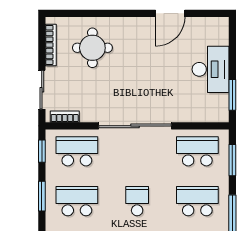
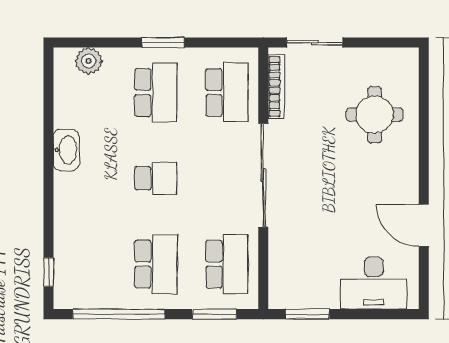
bookcase: (51, 45) -> (379, 55), removed
desk: (211, 69) -> (374, 283), moved
bookcase: (65, 117) -> (276, 87), width x1.56
window: (42, 151) -> (227, 43), removed

